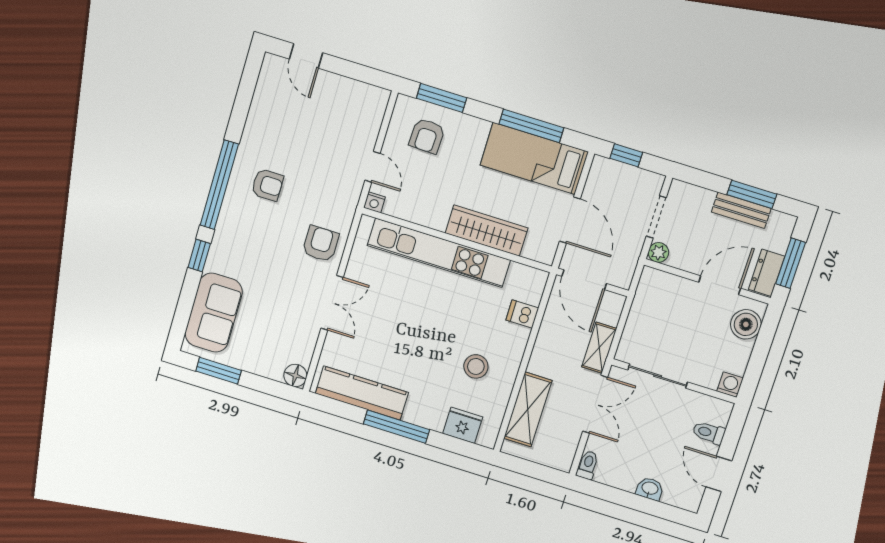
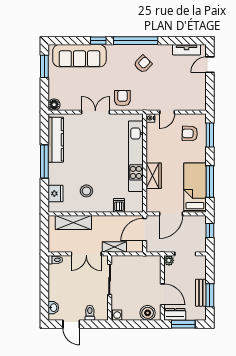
tv unit: (264, 92) -> (186, 50), added
armchair: (267, 185) -> (143, 64), turned -135
wardrobe: (487, 231) -> (154, 176), width x0.67
armchair: (321, 244) -> (122, 98), turned -90
double door: (332, 303) -> (95, 112), swing flipped
sofa: (214, 313) -> (79, 56), width x1.36
door: (719, 474) -> (71, 324), swing flipped
washbasin: (650, 489) -> (53, 308), moved

